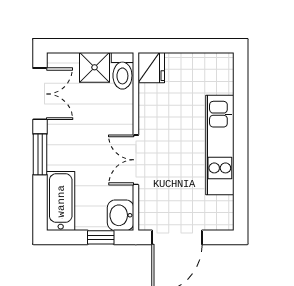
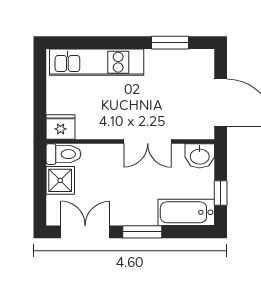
kitchen unit: (220, 145) -> (97, 62), moved
window: (241, 184) -> (170, 43), added
window: (101, 237) -> (221, 193), moved

